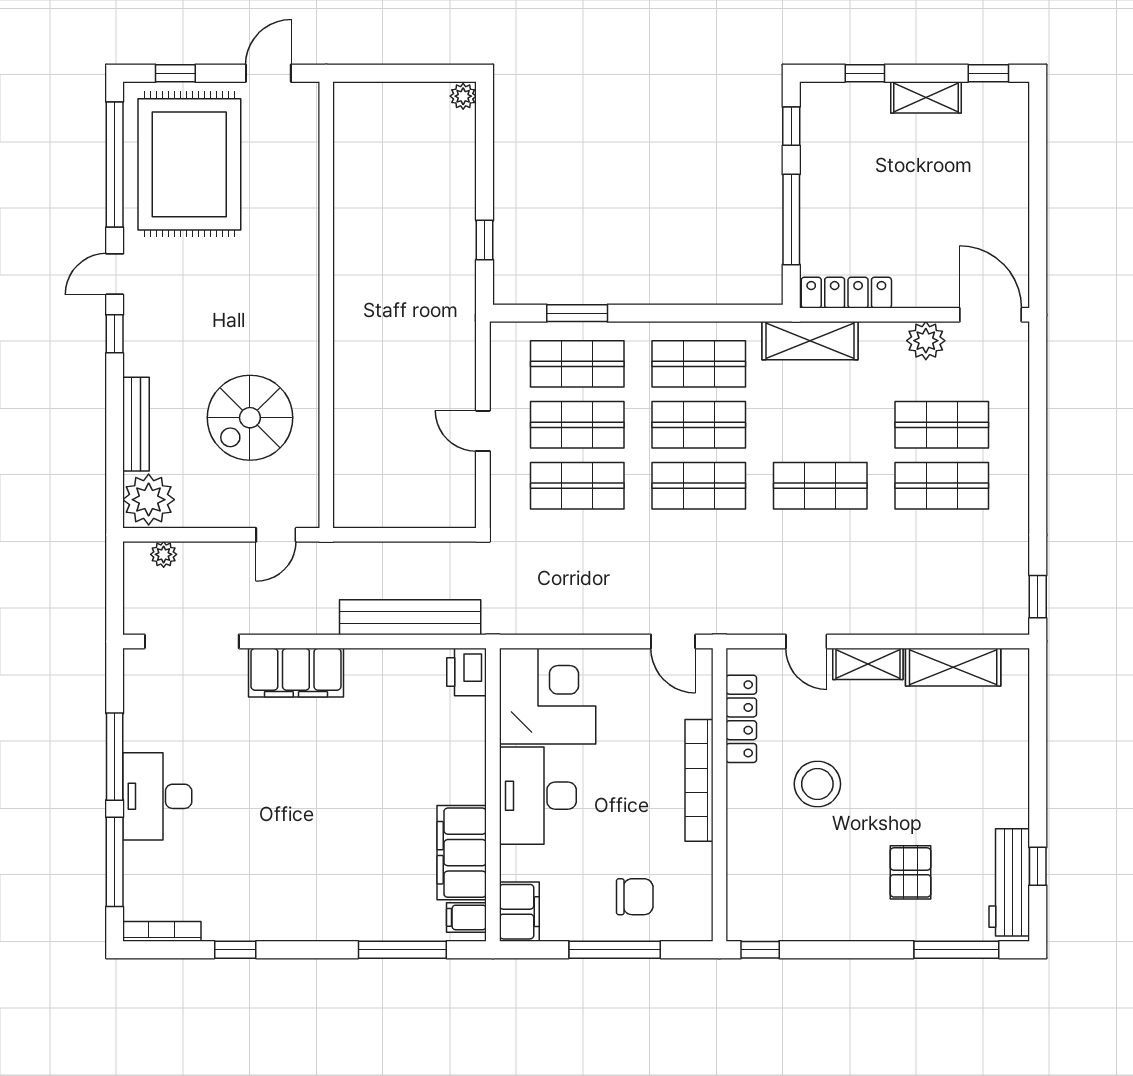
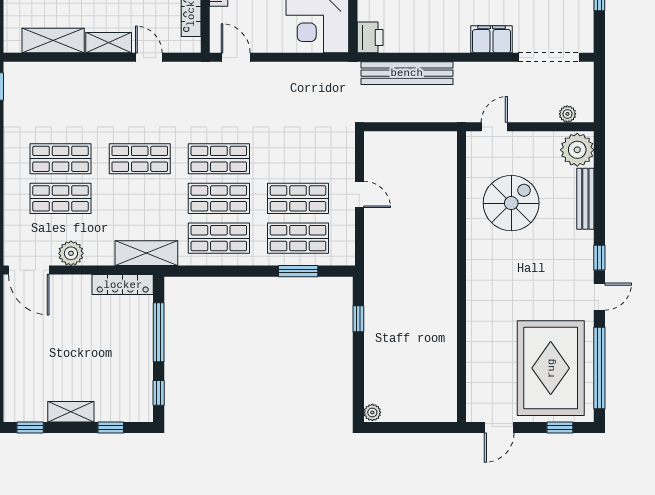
shop shelf: (577, 486) -> (298, 159), removed
filing cabinet: (296, 673) -> (492, 39), width x0.67, depth x0.86

